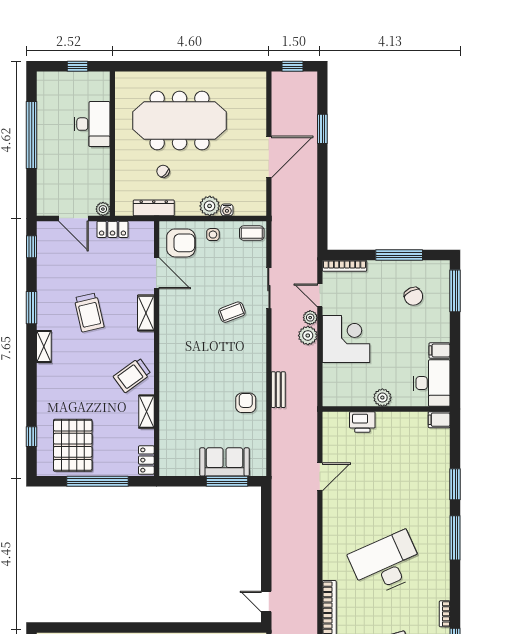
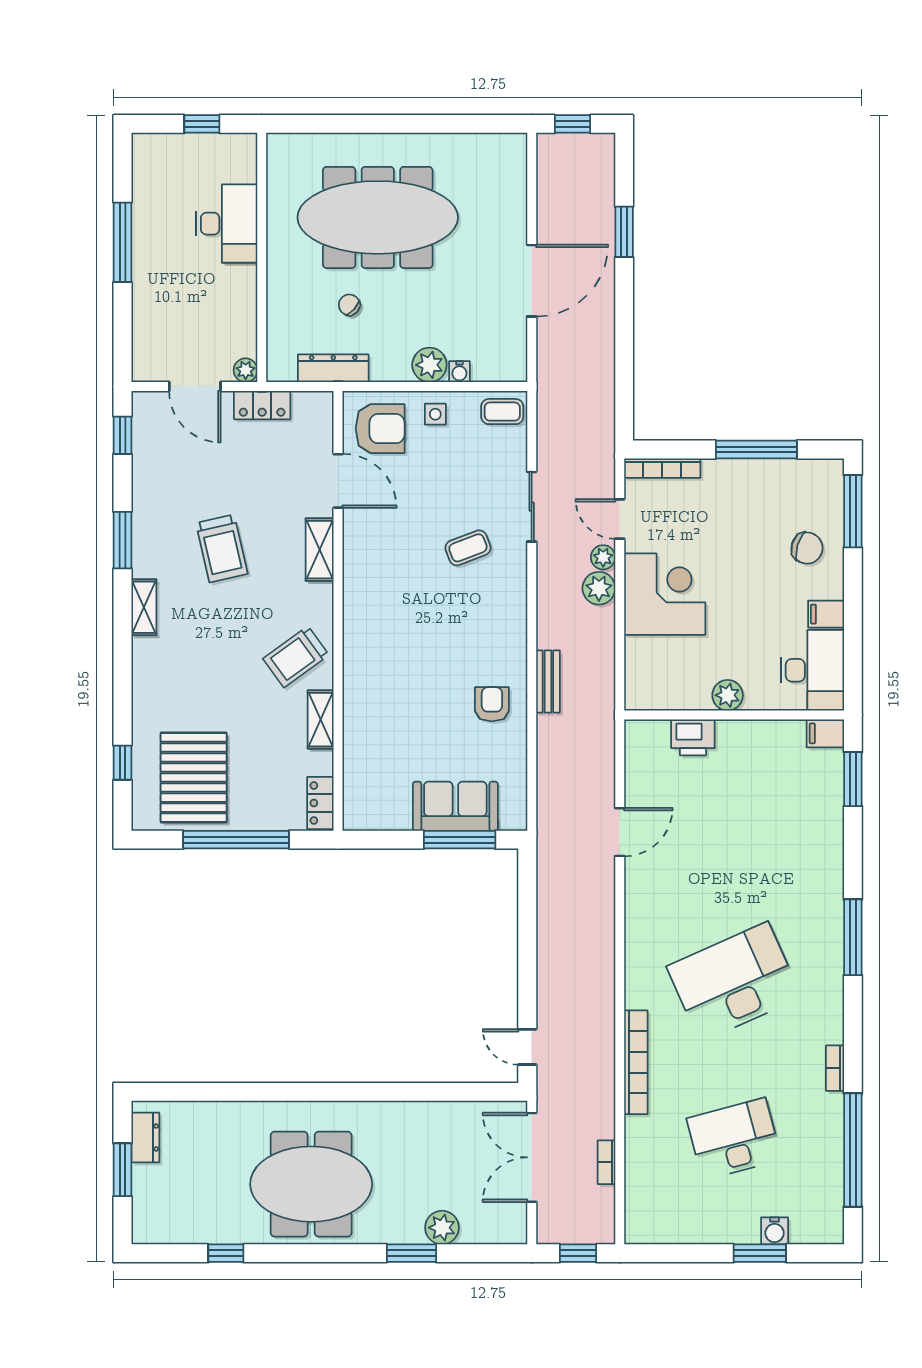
window: (32, 135) -> (123, 242), width x0.68
chair: (413, 296) -> (807, 548), moved, turned -47
window: (455, 484) -> (853, 779), moved

